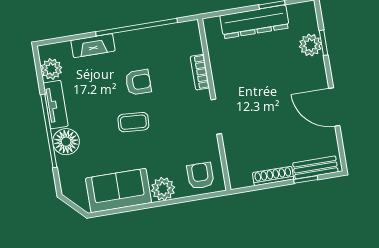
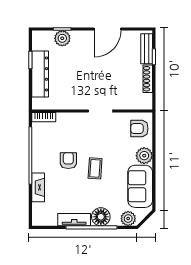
plant: (51, 69) -> (128, 219), moved
bookcase: (200, 72) -> (44, 117), moved

